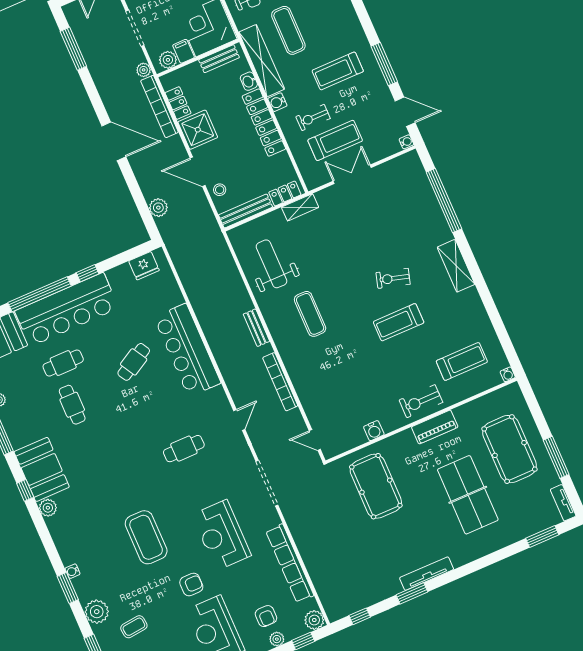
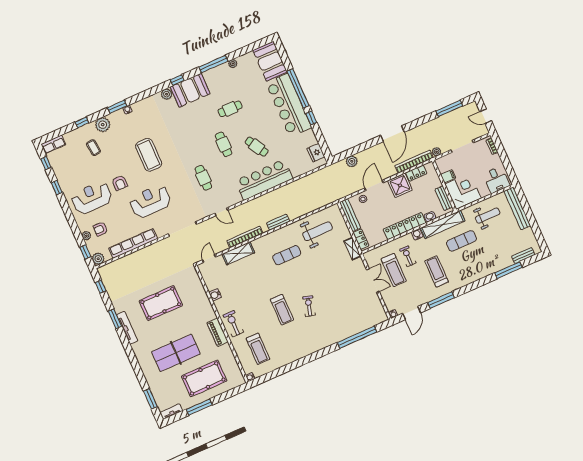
plant: (168, 60) -> (443, 167), removed
shelving: (456, 266) -> (238, 253), moved
treadmill: (399, 322) -> (282, 310), turned 180
cafe table: (63, 363) -> (224, 144), moved
pool table: (376, 486) -> (161, 303), moved
coffee table: (146, 537) -> (149, 155), turned 90

